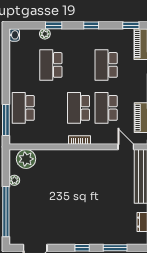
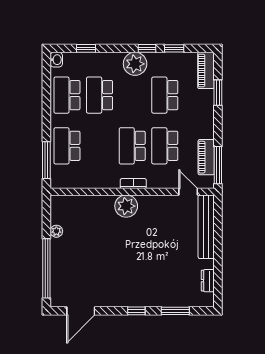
window: (54, 25) -> (86, 48), moved
window: (131, 25) -> (174, 48), moved
plant: (45, 34) -> (135, 64), moved, width x1.88, depth x1.88
school desk: (23, 65) -> (67, 95), added
plant: (26, 159) -> (126, 206), moved

